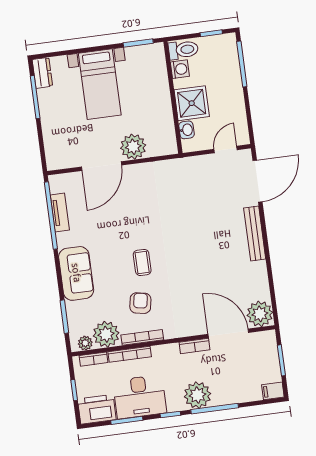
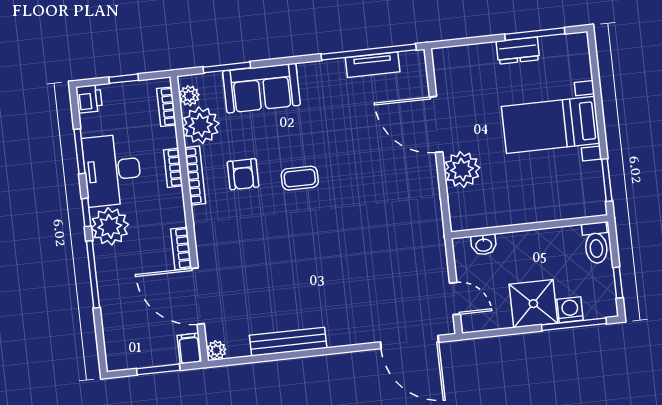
washing machine: (180, 69) -> (570, 310), moved, turned 180
dresser: (42, 73) -> (518, 51), moved
shower: (192, 103) -> (533, 304), moved
bench: (255, 234) -> (288, 342), moved
sofa: (76, 273) -> (261, 88), moved
armchair: (140, 303) -> (243, 174), turned 80
plant: (260, 314) -> (216, 350), width x0.53, depth x0.53
door: (228, 333) -> (198, 296), swing flipped
bookcase: (130, 354) -> (173, 168), width x0.64
filing cabinet: (273, 391) -> (189, 348), moved
plant: (197, 395) -> (110, 226), moved
printer: (97, 409) -> (89, 99), width x0.53, depth x0.68

